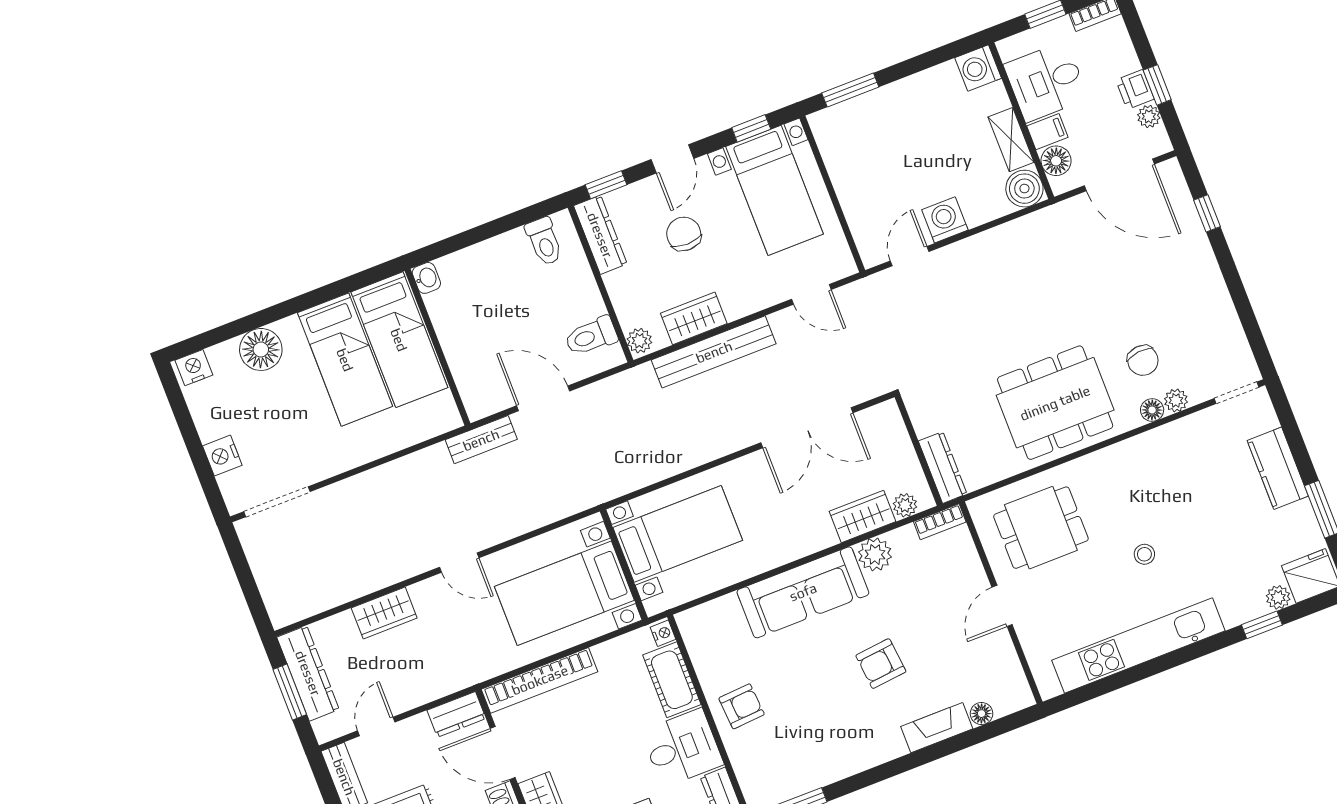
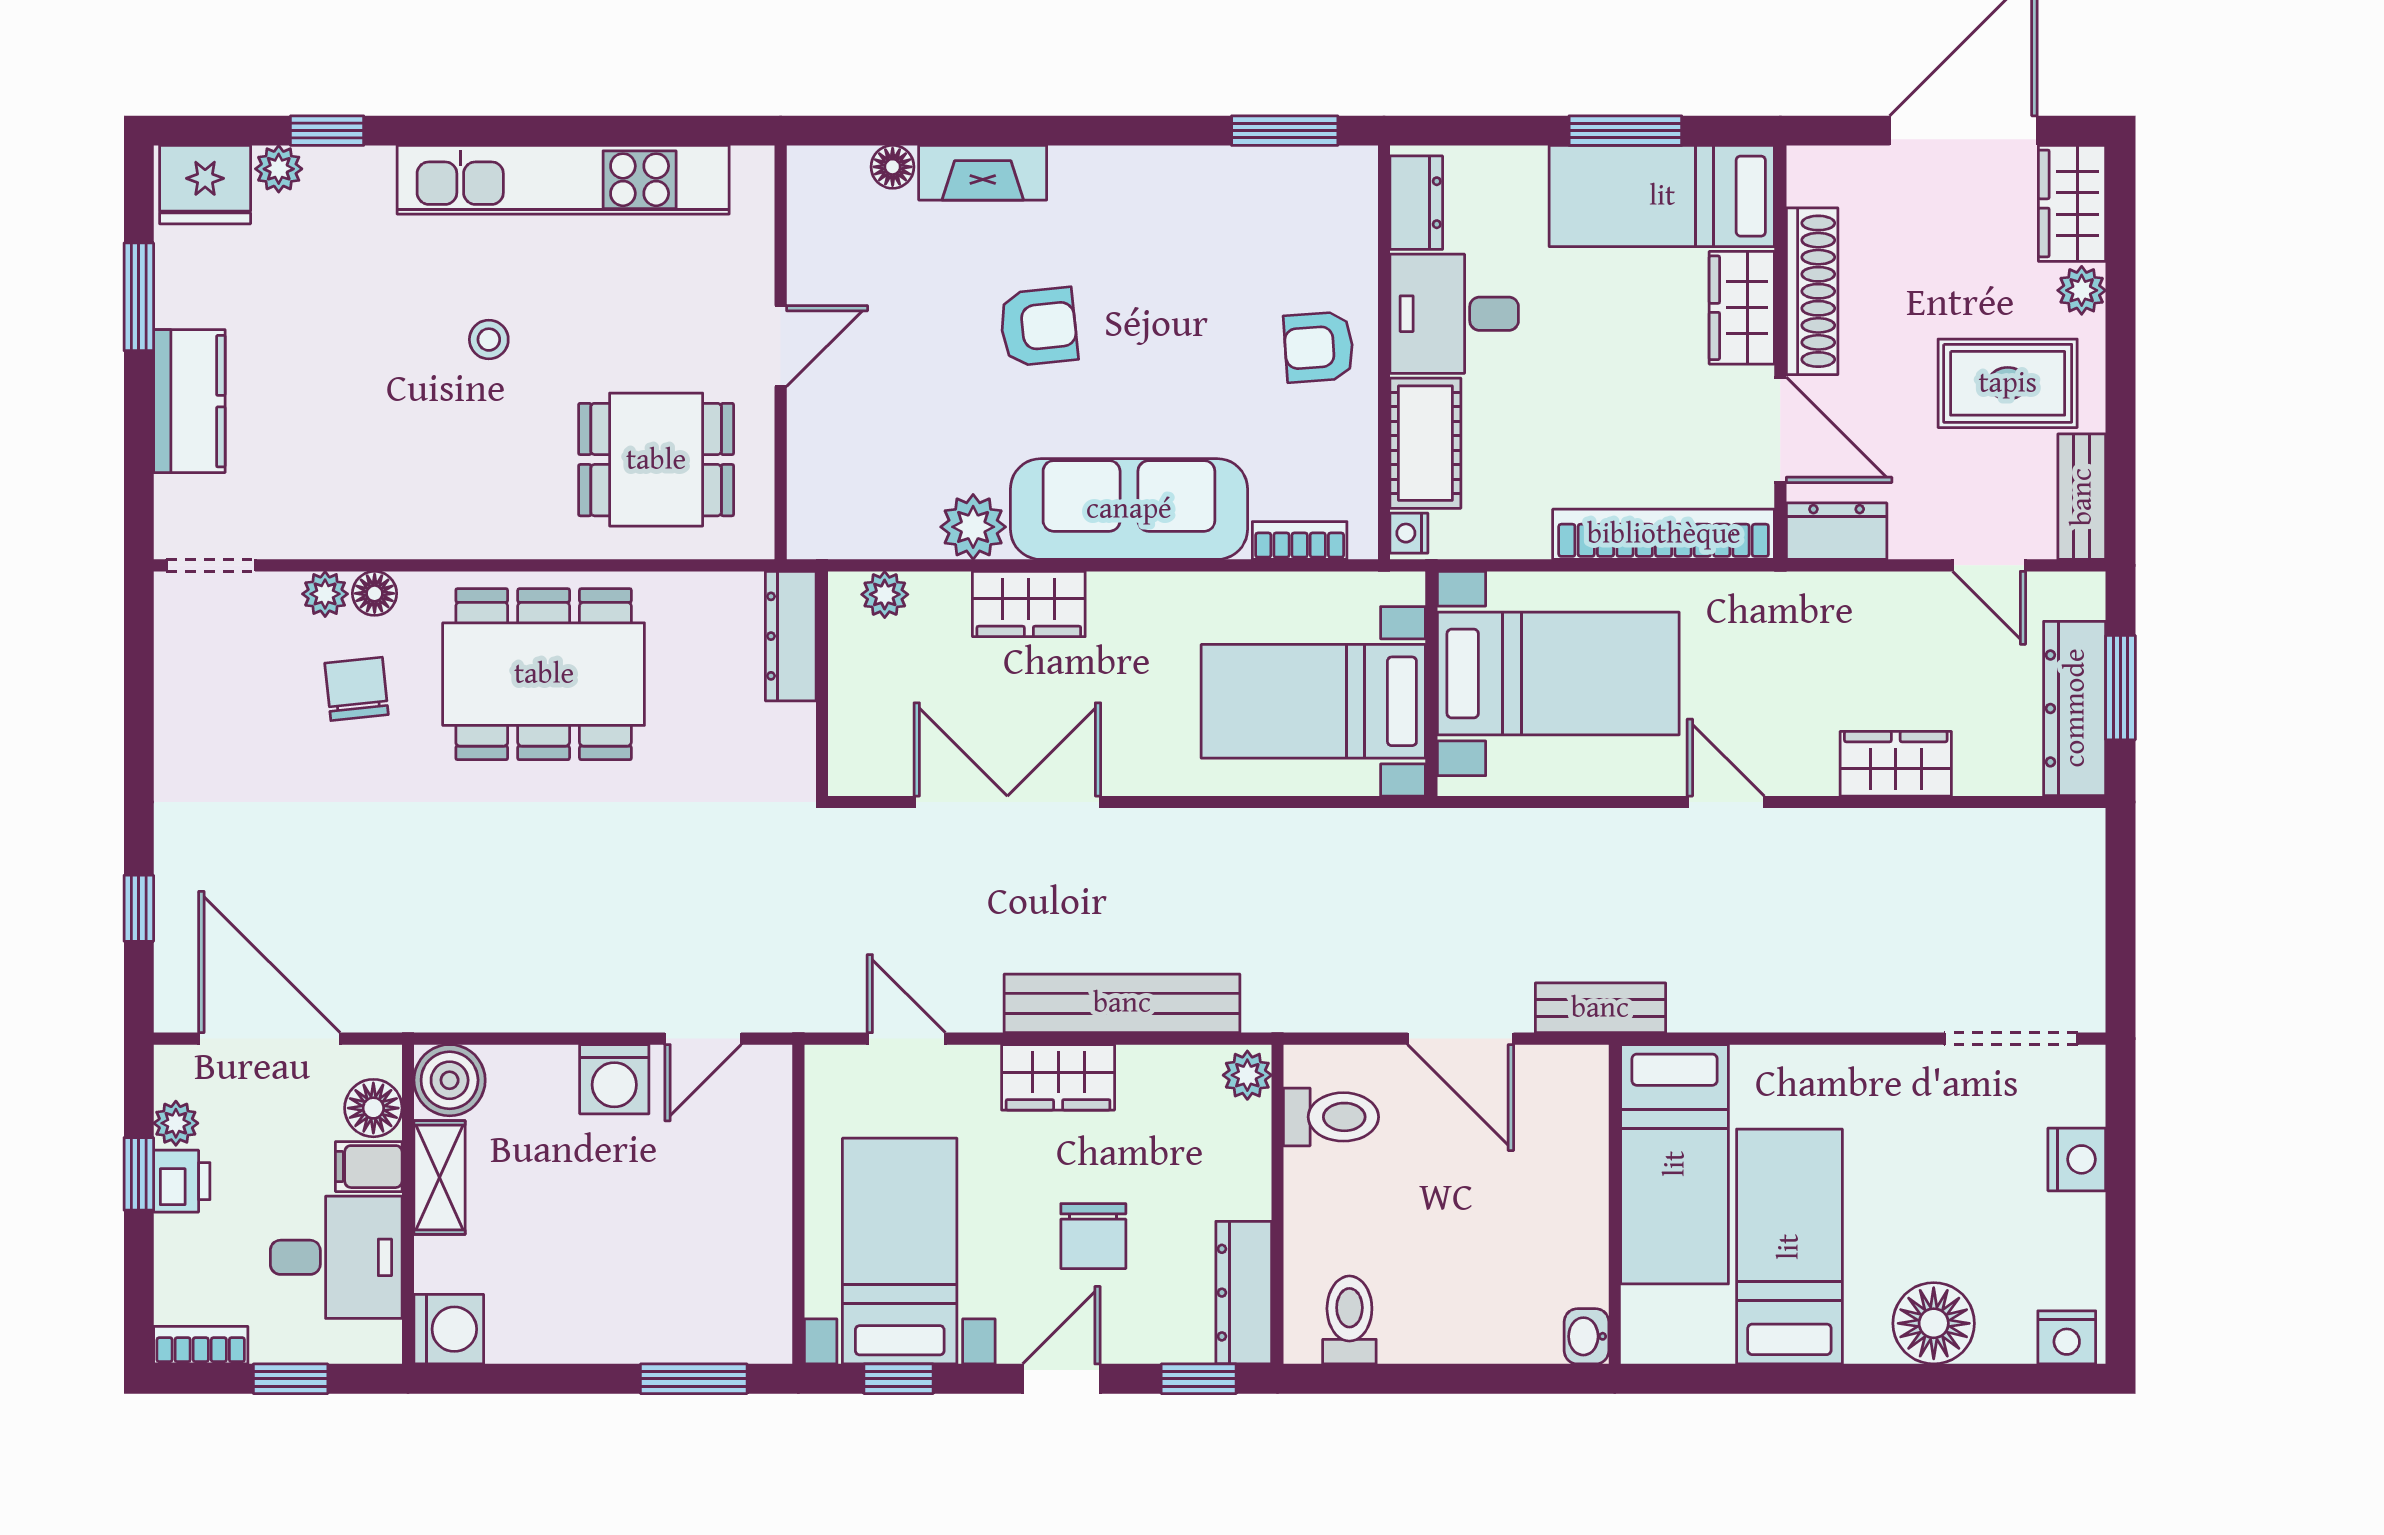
wardrobe: (694, 318) -> (1058, 1077), moved
bed: (399, 340) -> (1675, 1164), moved, turned 180
wardrobe: (862, 516) -> (1029, 604), moved
bookcase: (940, 522) -> (1300, 541), moved
door: (376, 726) -> (1989, 565), hinge flipped

